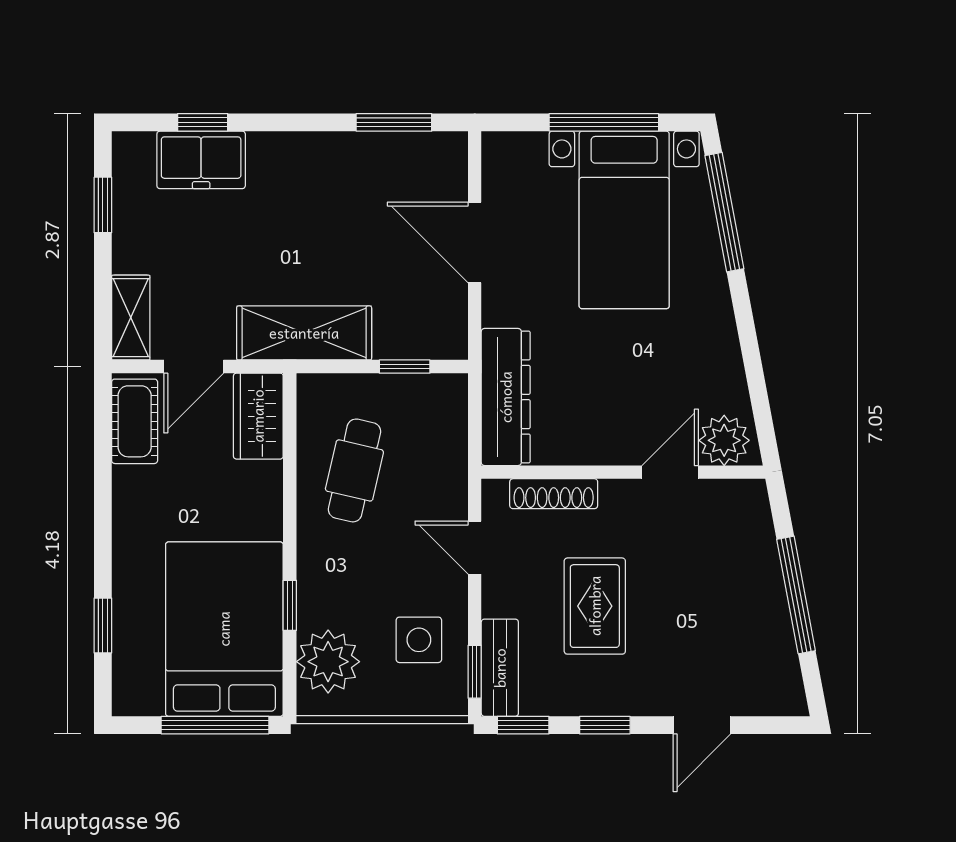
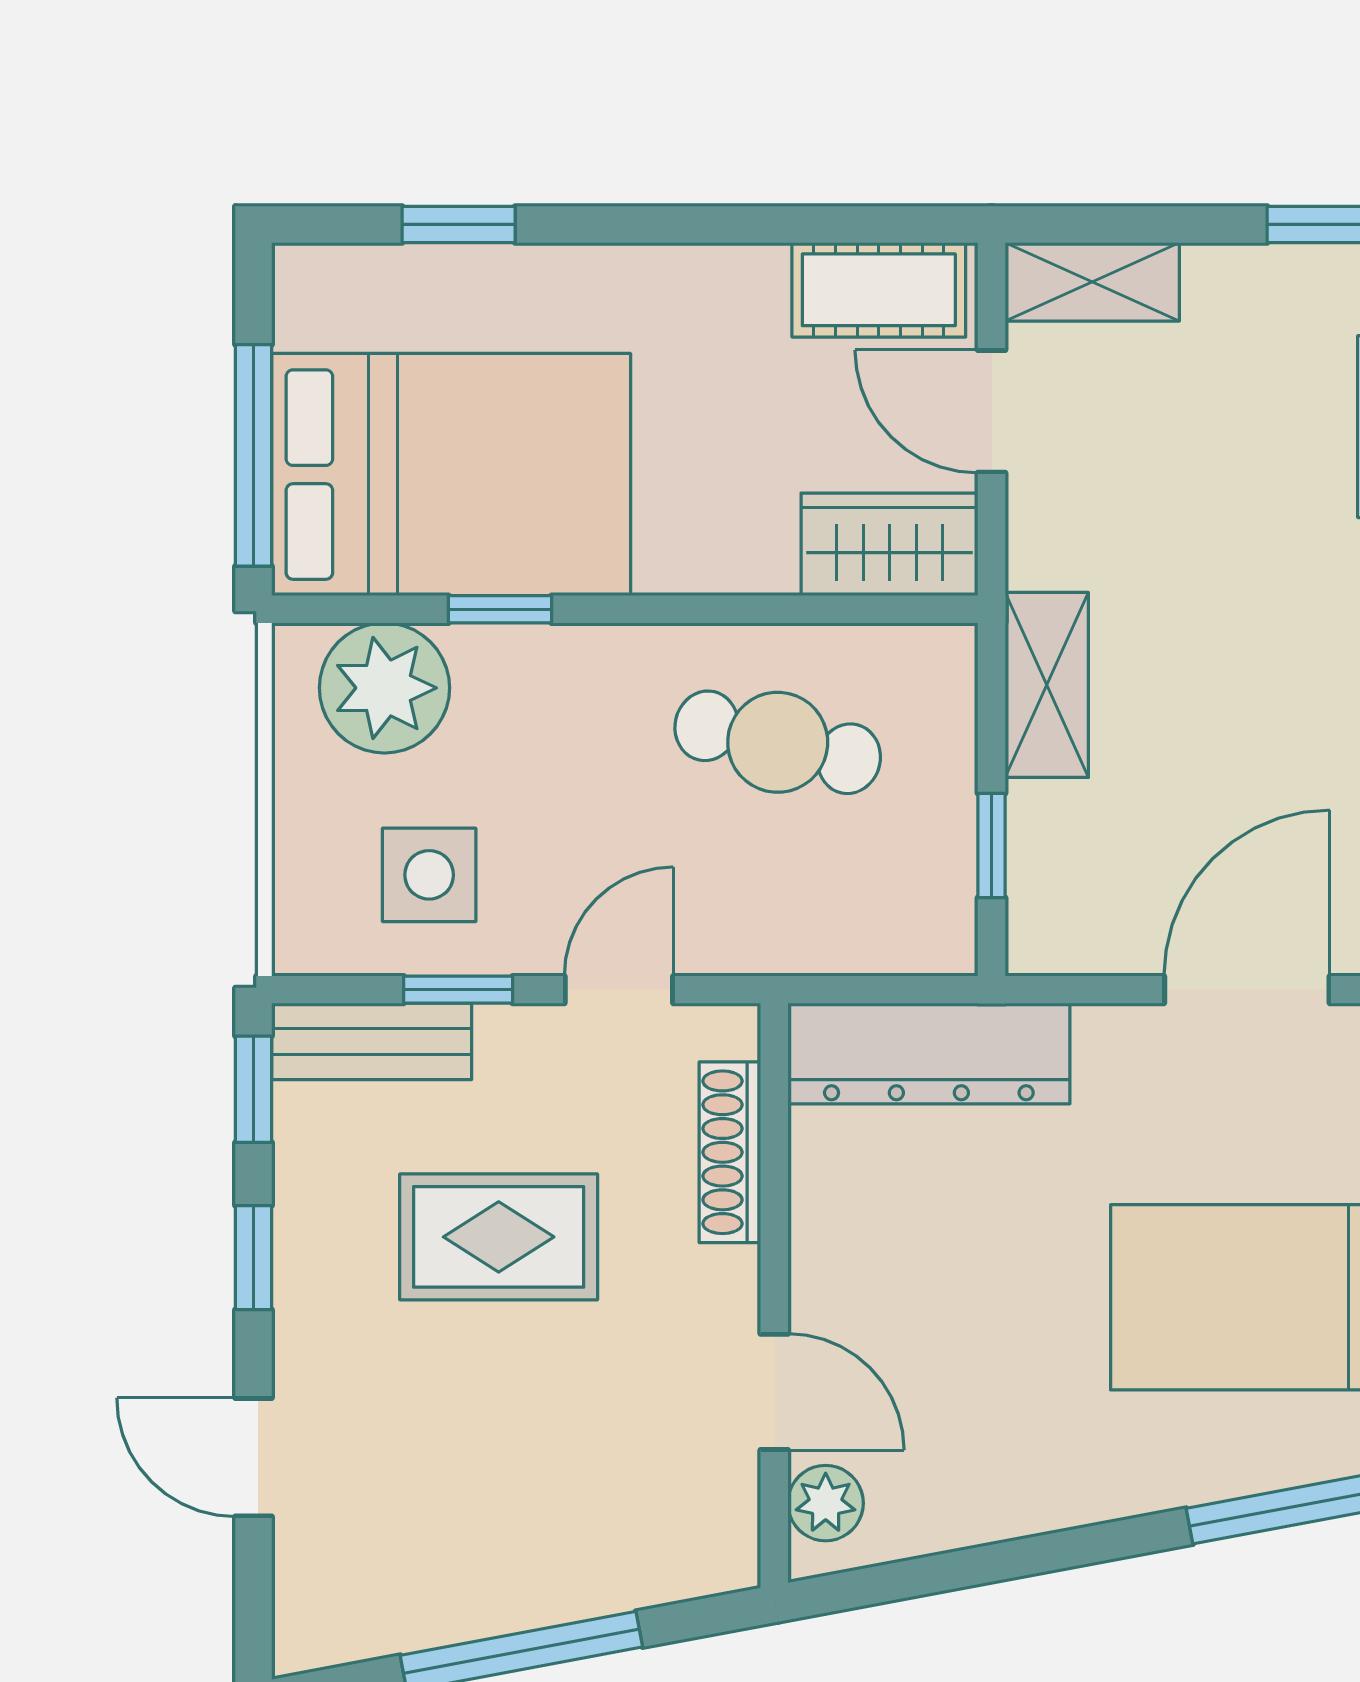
shelving: (304, 333) -> (1047, 685), width x0.67, depth x0.75
plant: (724, 440) -> (826, 1503), width x0.73, depth x0.73
window: (475, 672) -> (458, 990), moved

